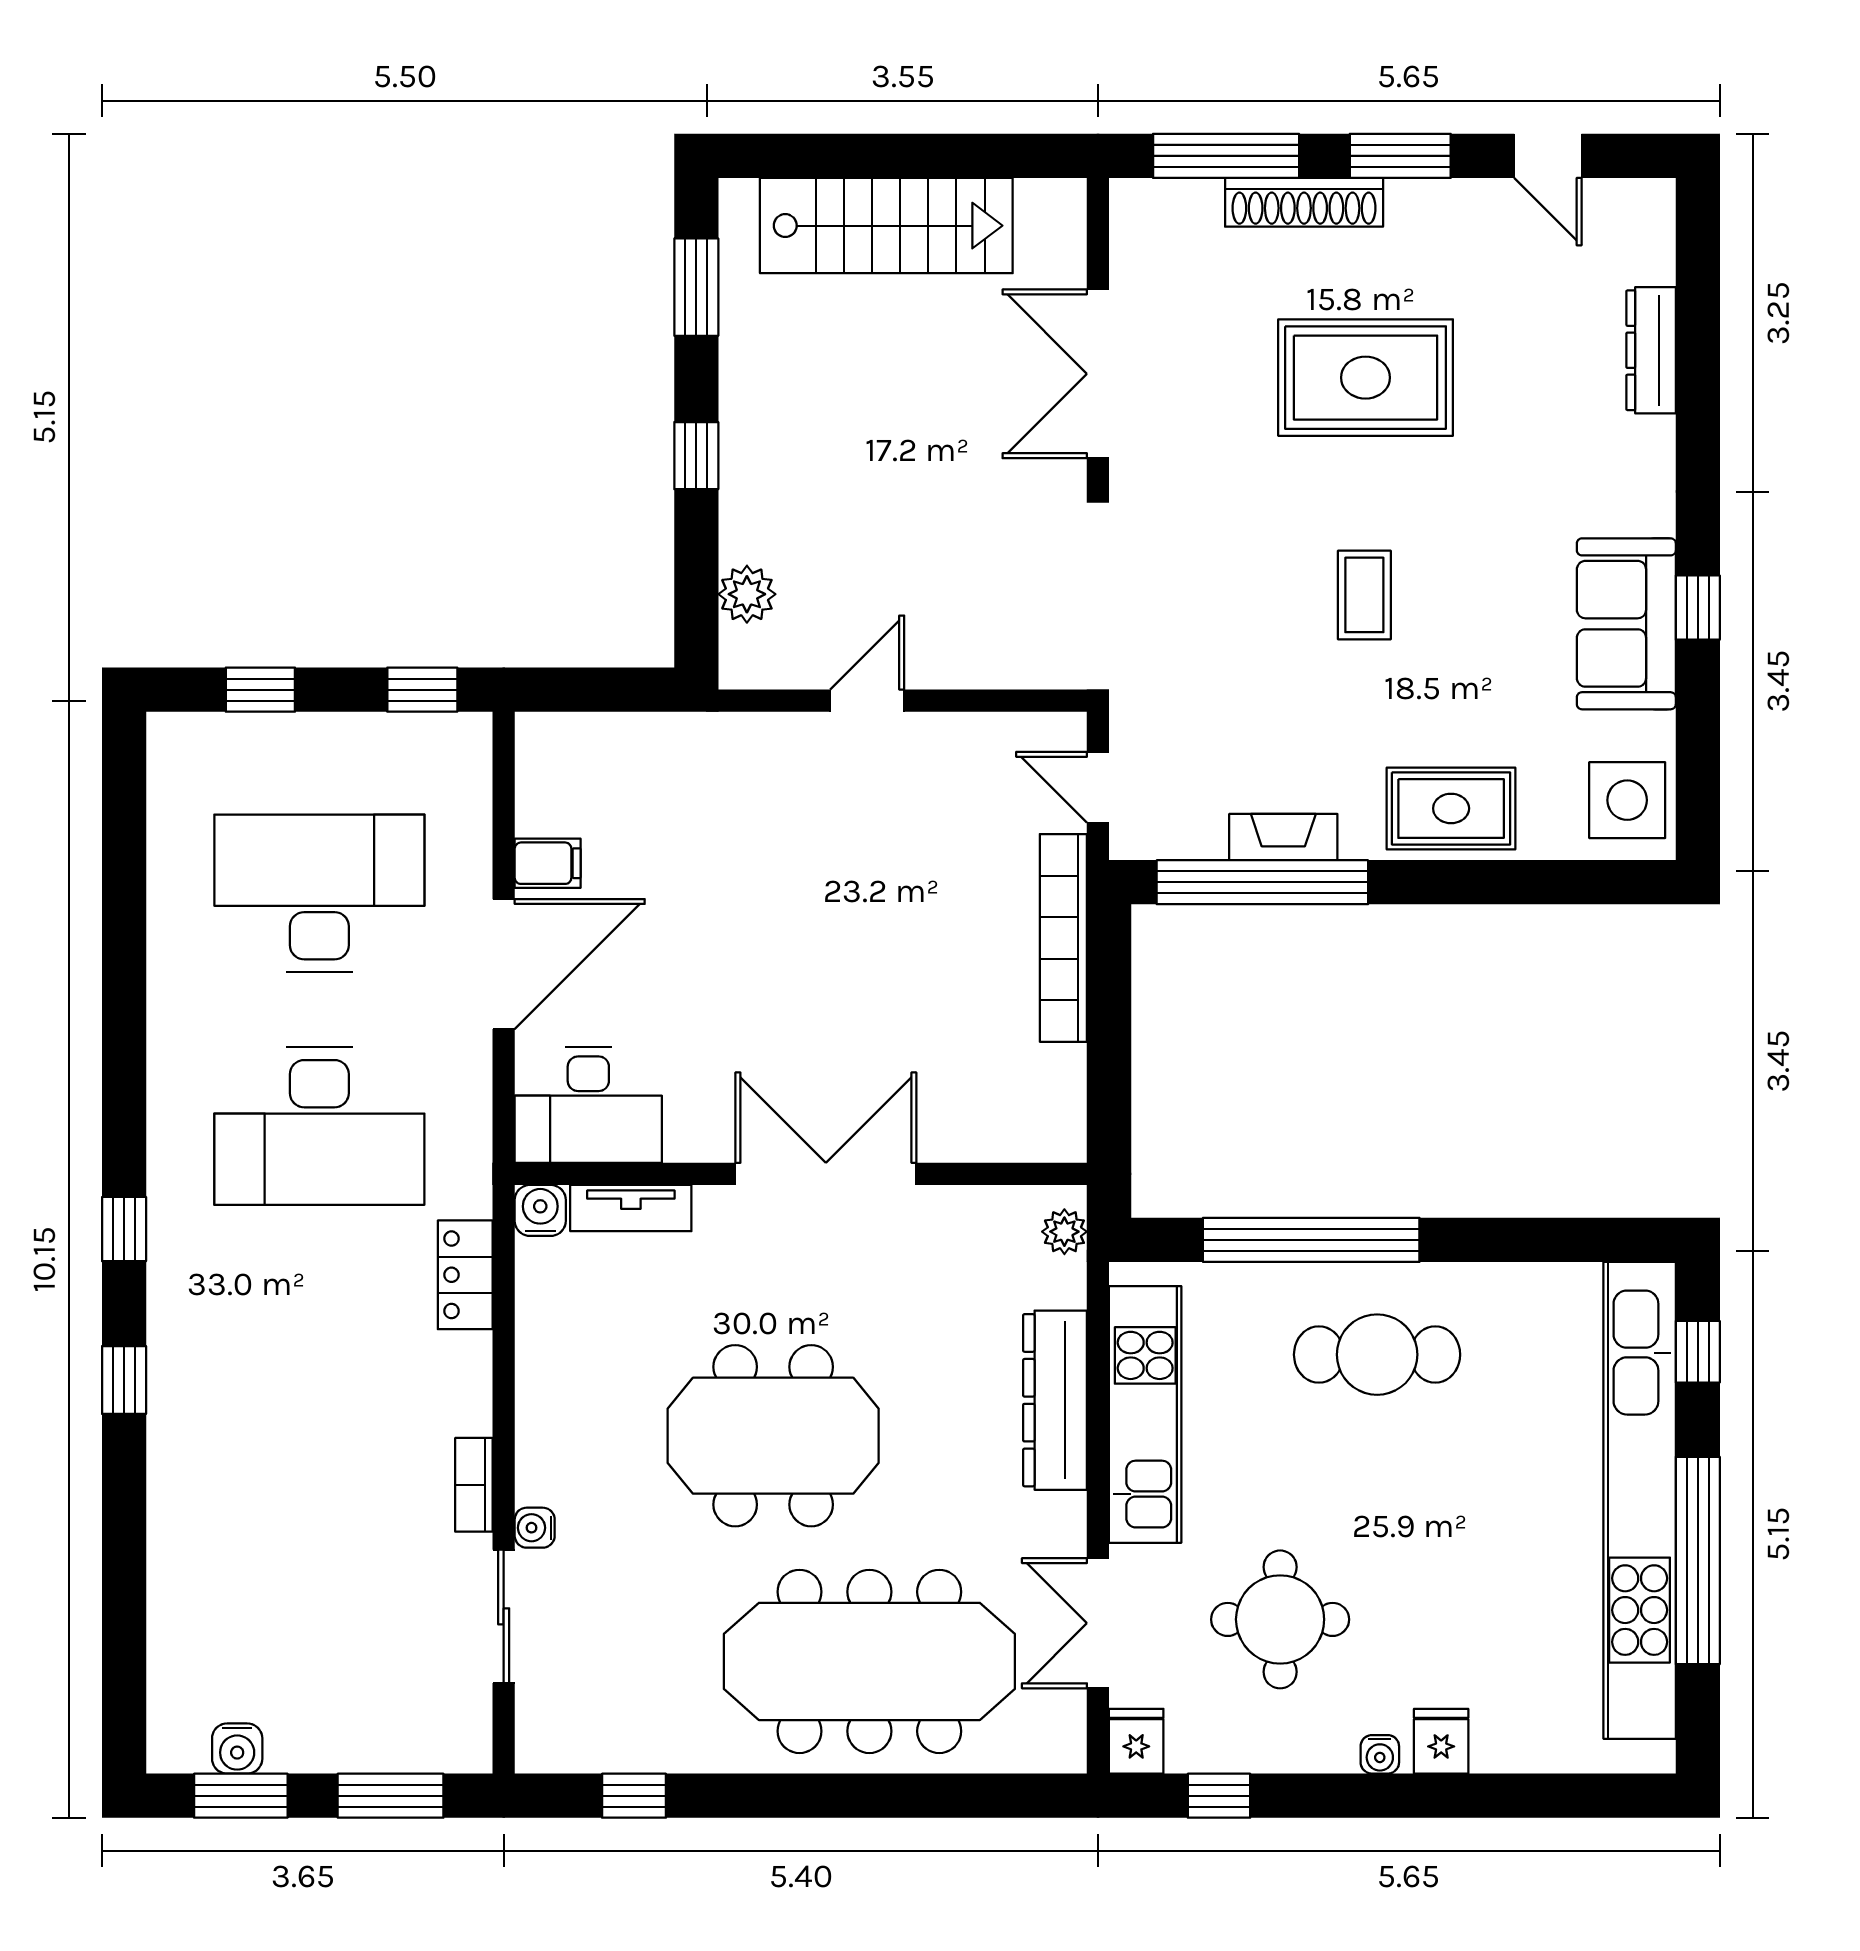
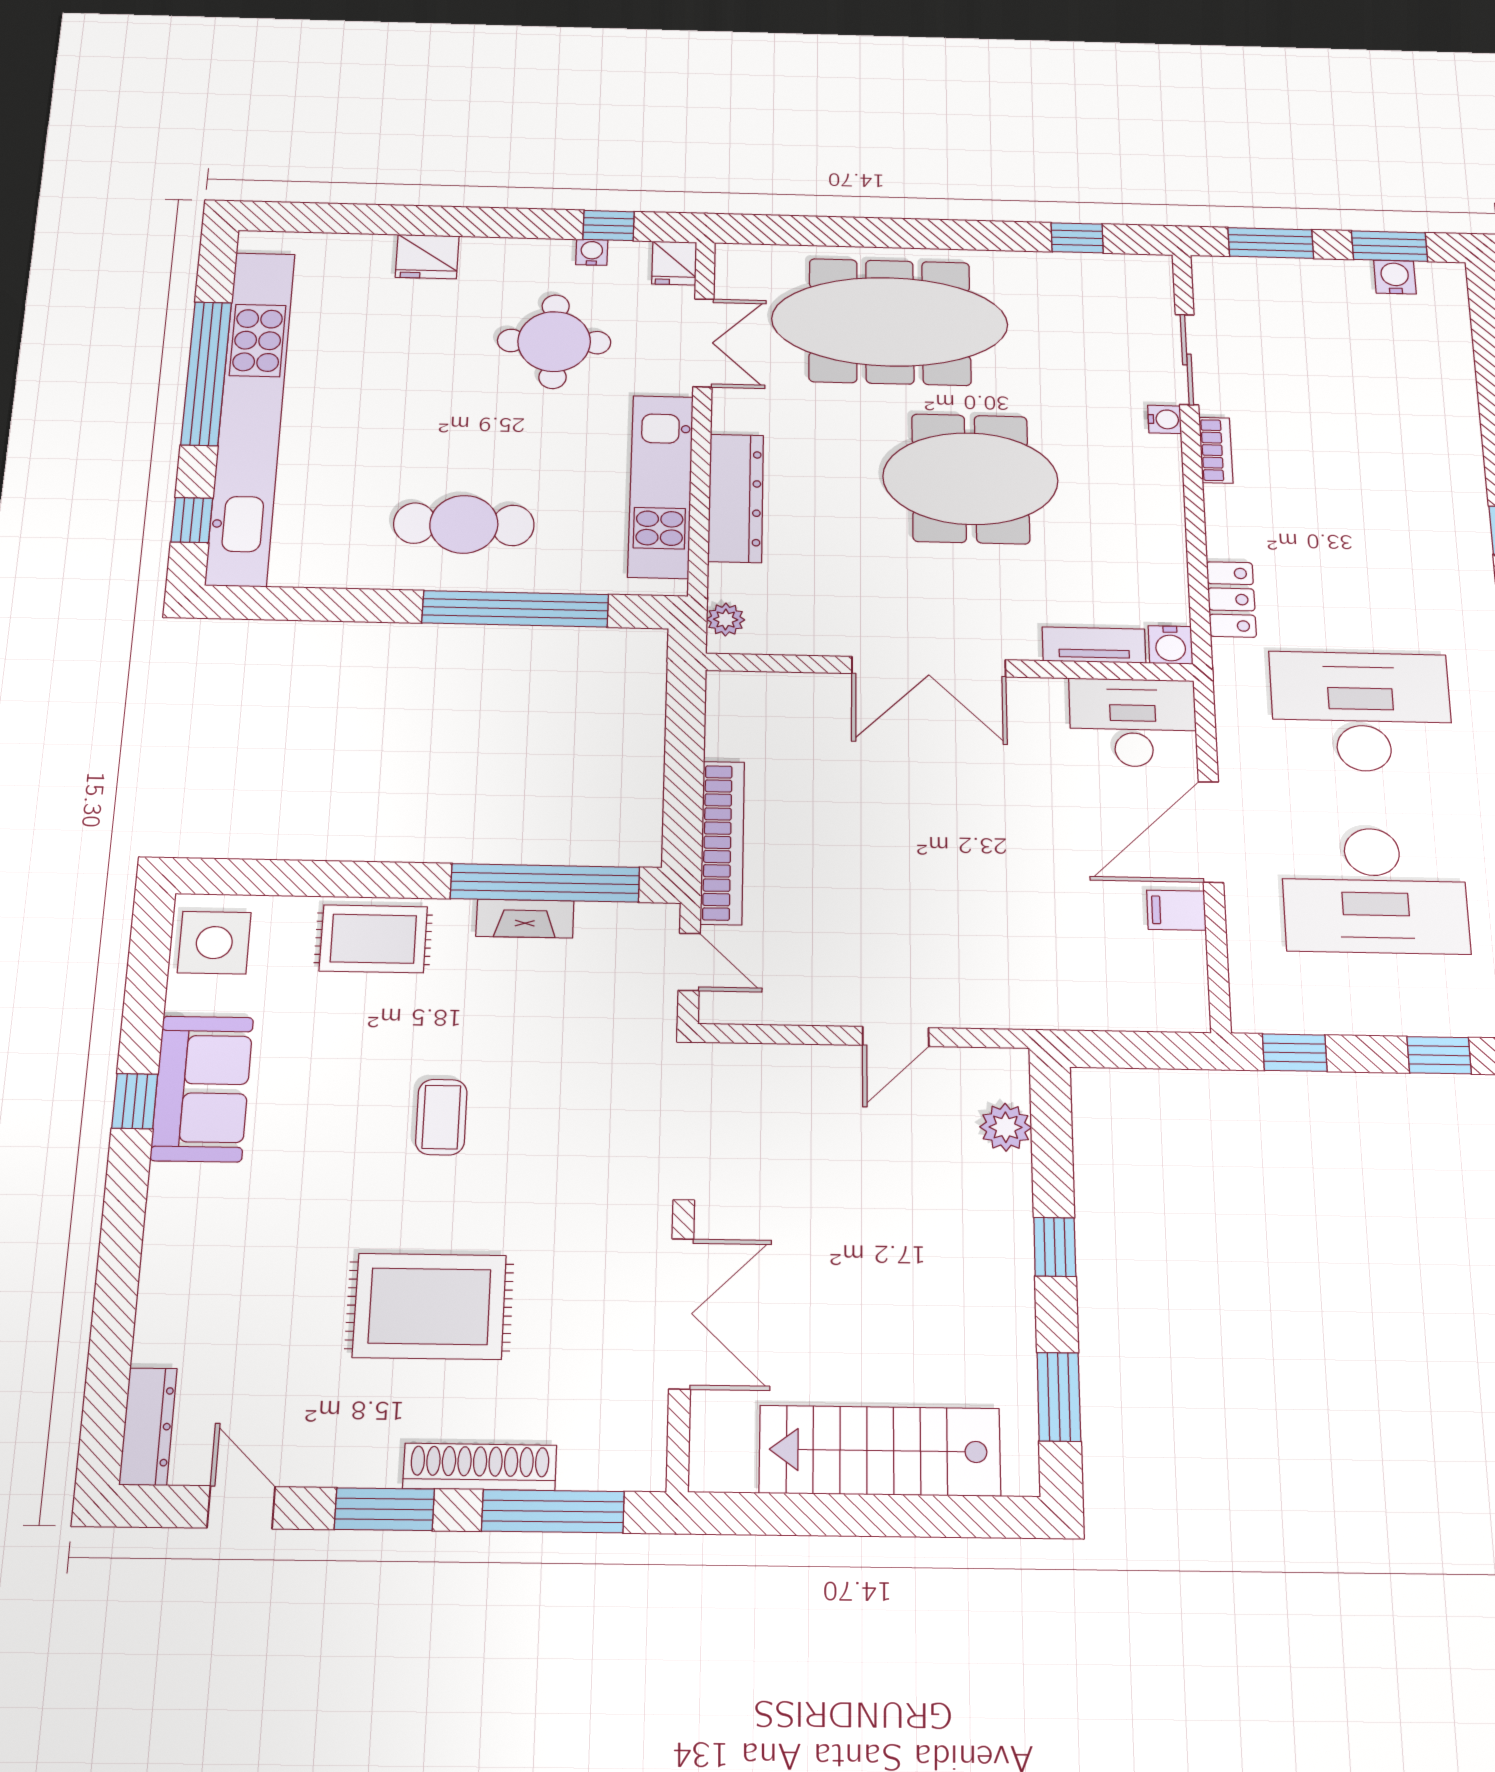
dresser: (1651, 350) -> (148, 1426), moved
fridge: (1441, 1741) -> (427, 257), width x1.38
water cooler: (1380, 1754) -> (592, 252), moved

